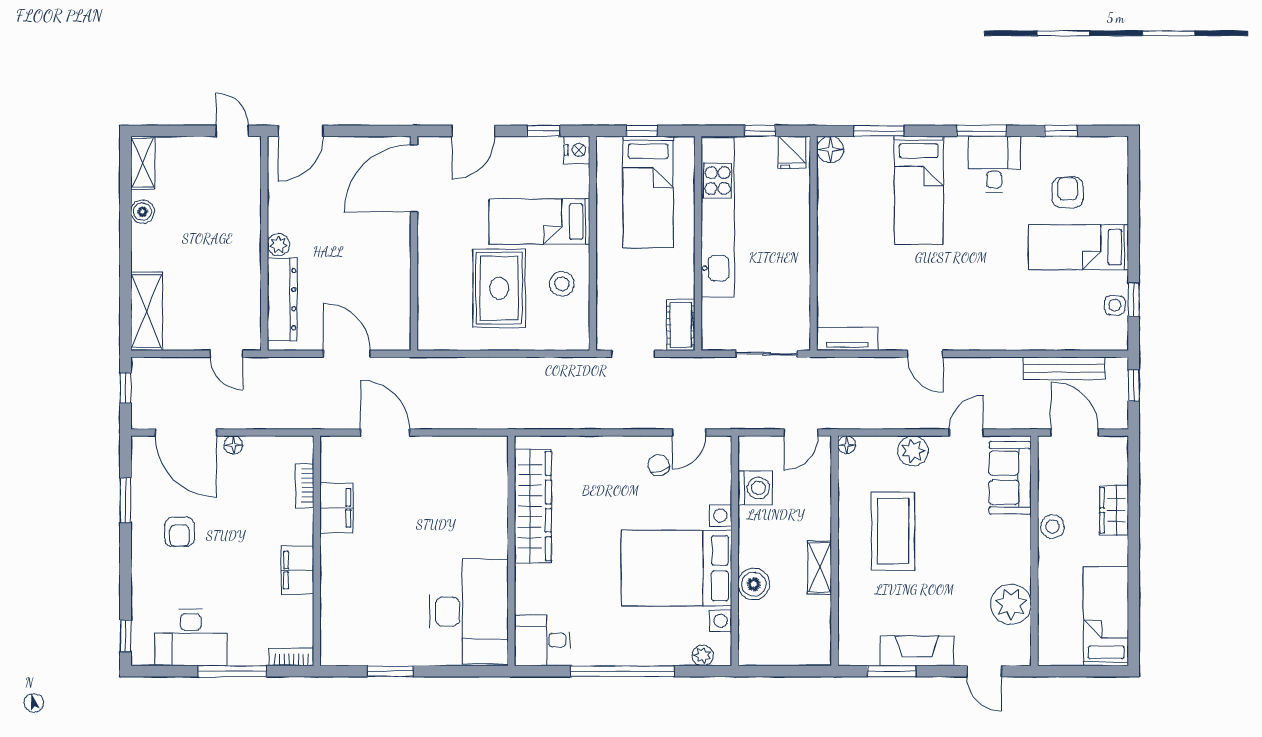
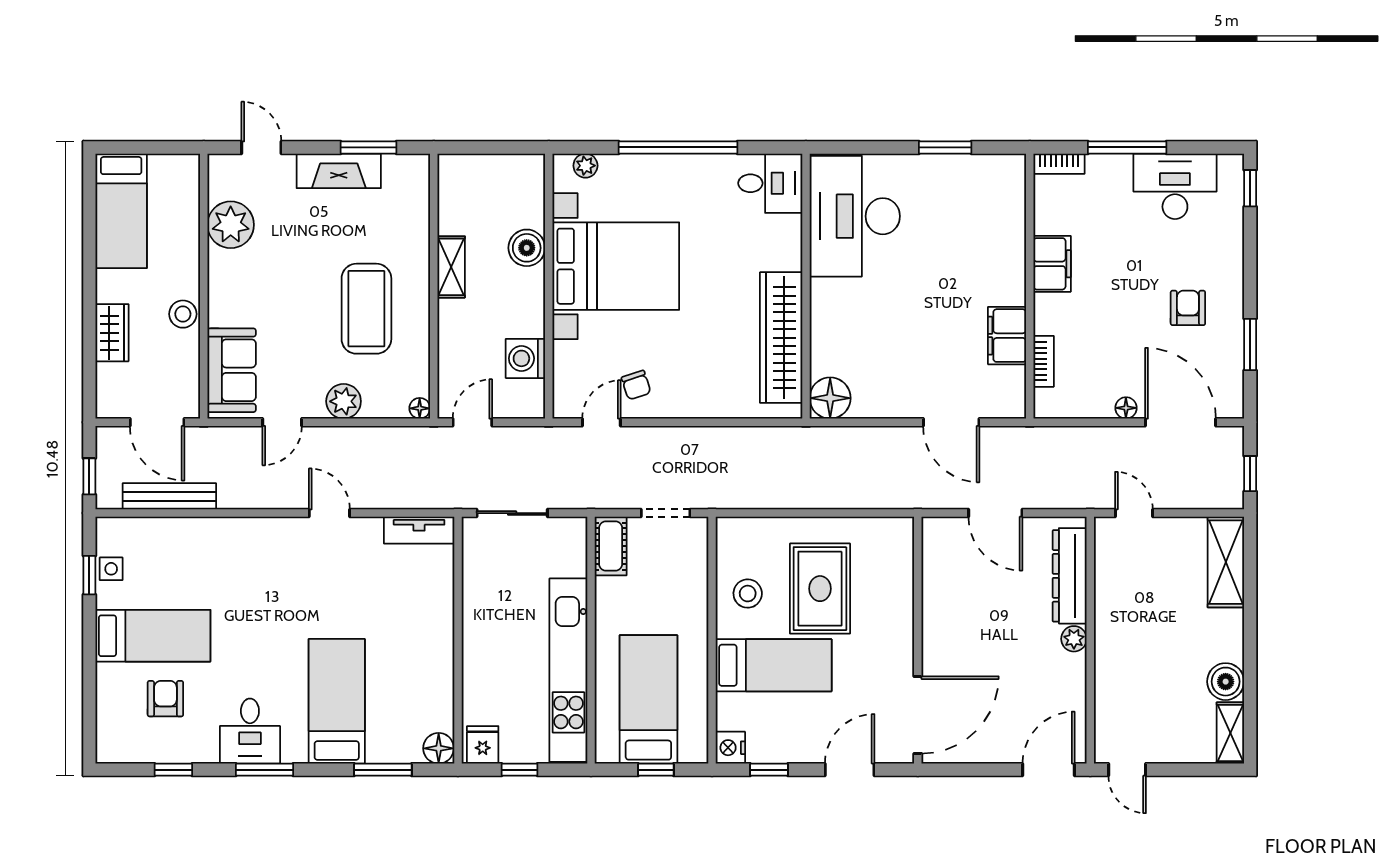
armchair: (1068, 193) -> (165, 699), turned 180
boiler: (143, 212) -> (1226, 682), width x1.36, depth x1.36
floor lamp: (490, 454) -> (830, 398), added

